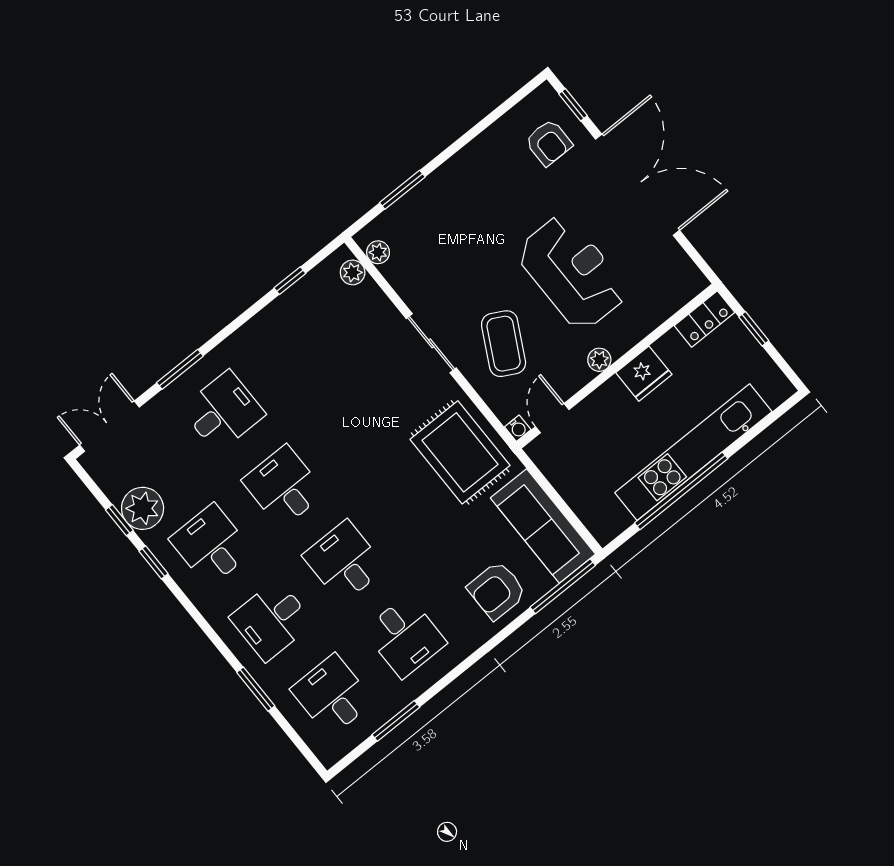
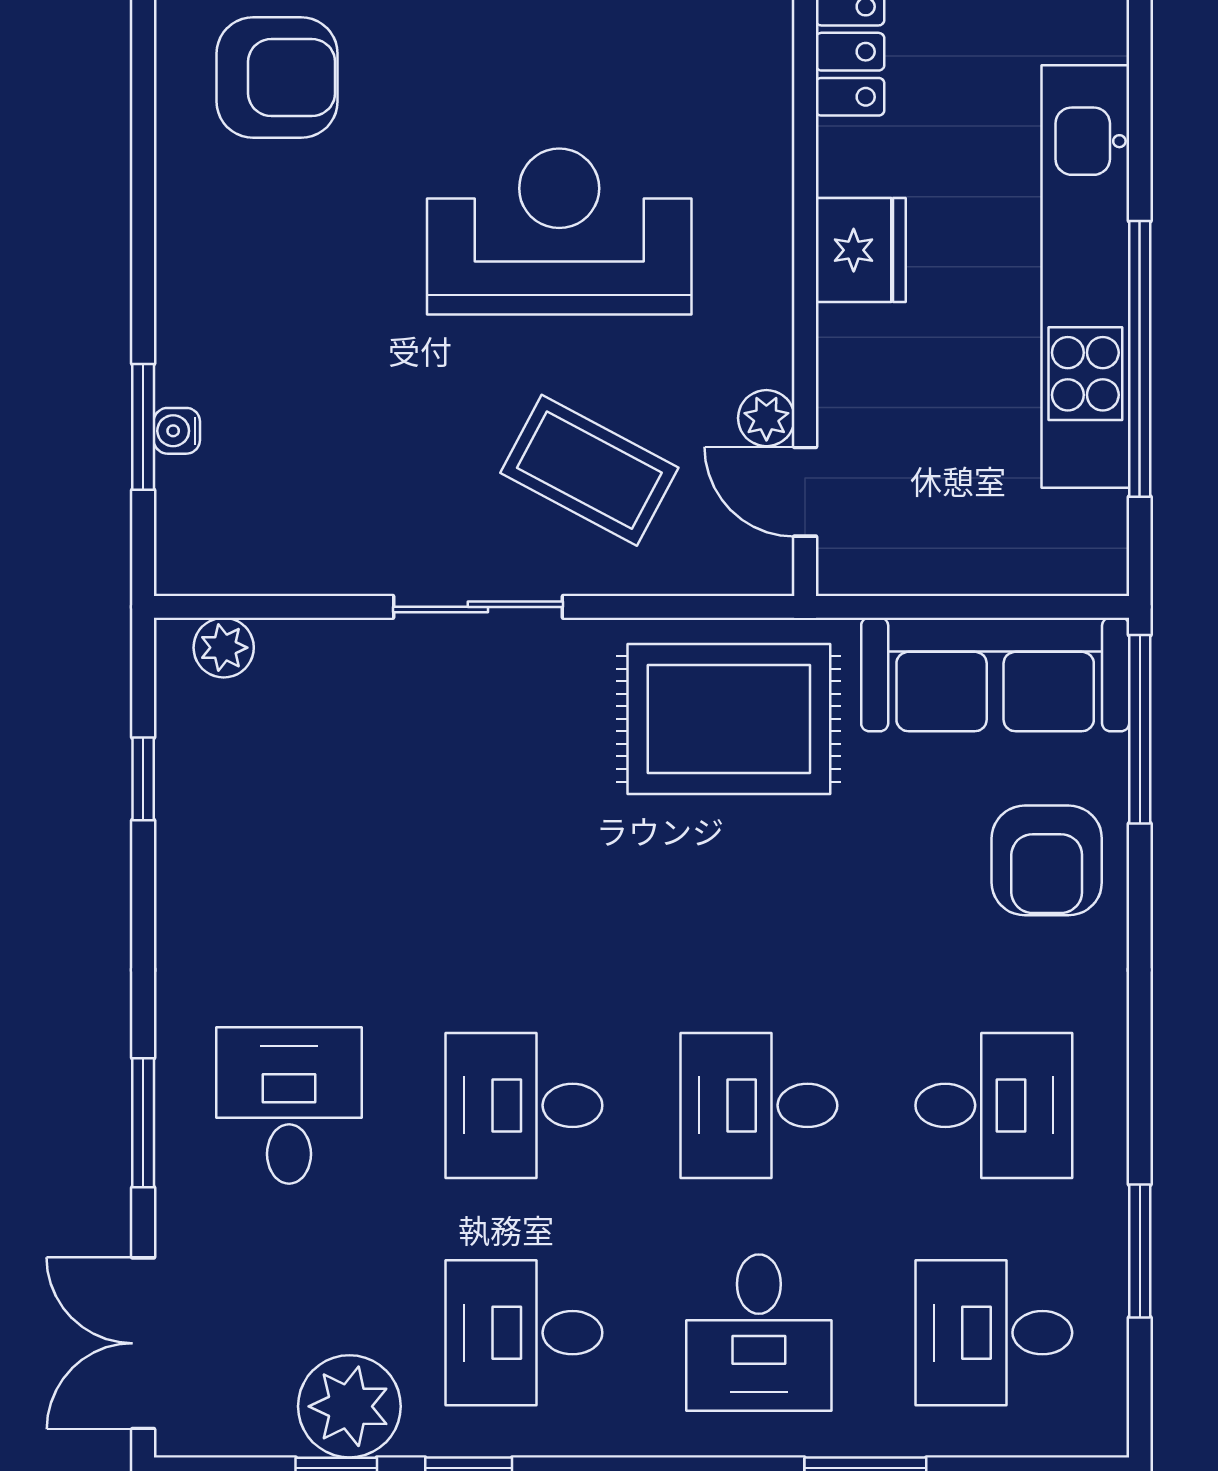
armchair: (549, 143) -> (277, 78), width x1.38, depth x1.38
plant: (378, 252) -> (224, 568), removed
plant: (599, 360) -> (766, 418), moved
water cooler: (518, 428) -> (177, 431), moved, turned 180

